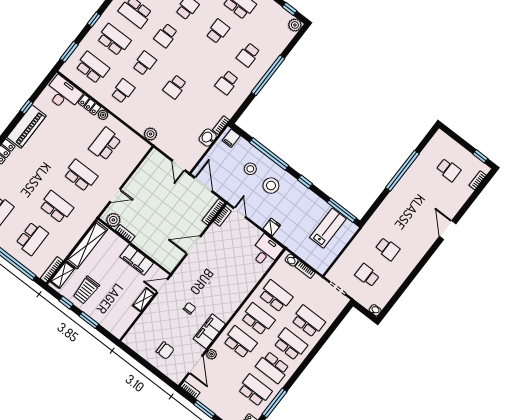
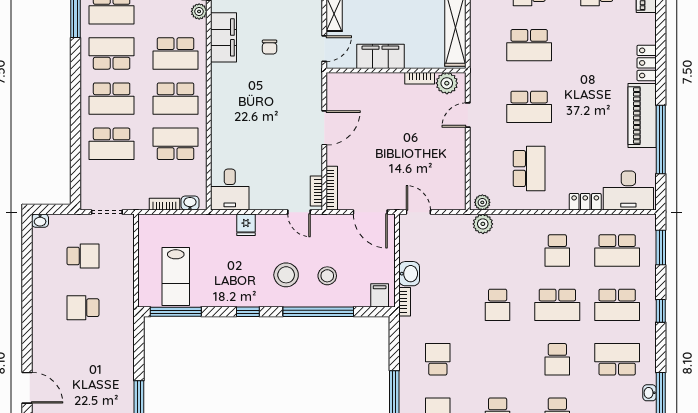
school desk: (166, 35) -> (557, 359), turned 180
school desk: (144, 63) -> (557, 305), width x1.85
school desk: (175, 87) -> (498, 305), turned 180
window: (26, 107) -> (661, 140), width x3.17
plant: (103, 115) -> (482, 202), moved
school desk: (276, 296) -> (176, 144), turned 180

